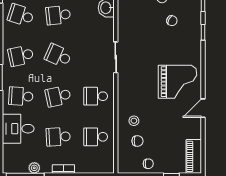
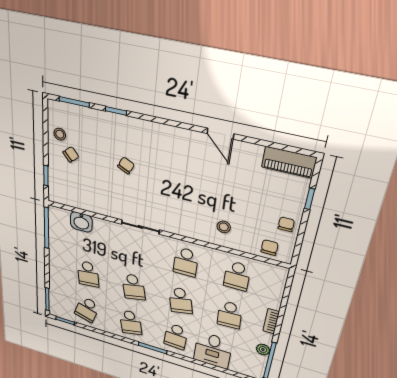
chair: (172, 21) -> (126, 165), moved
school desk: (58, 56) -> (133, 287), turned -36
grand piano: (177, 82) -> (179, 160), removed
chair: (138, 141) -> (270, 248), moved

